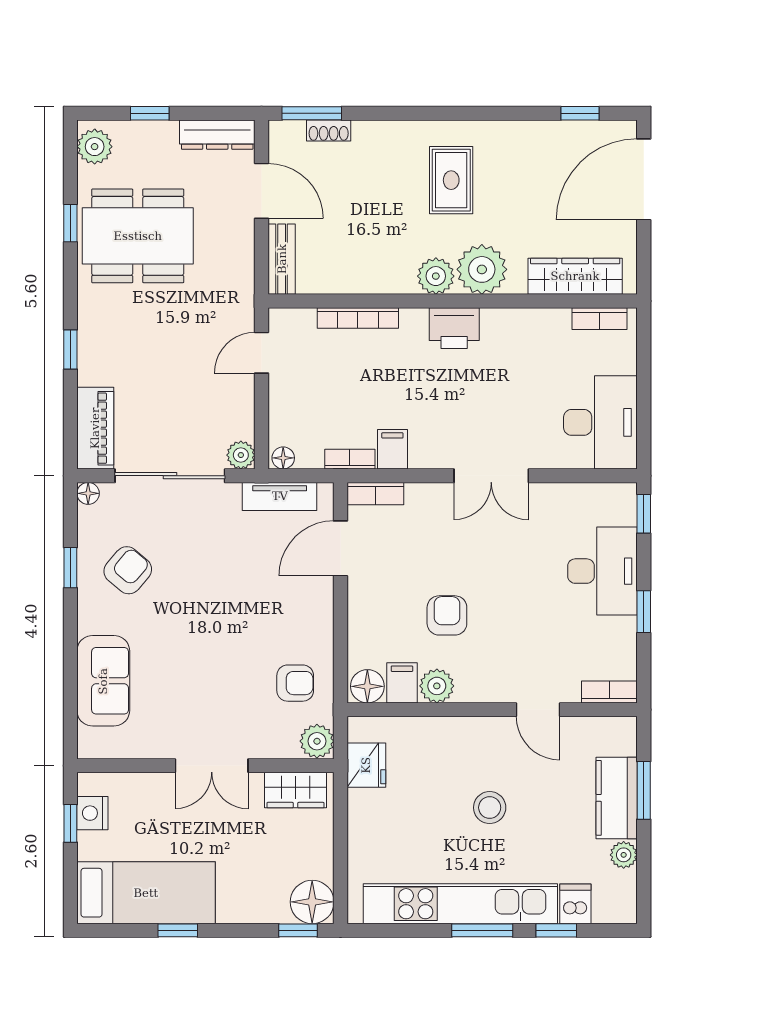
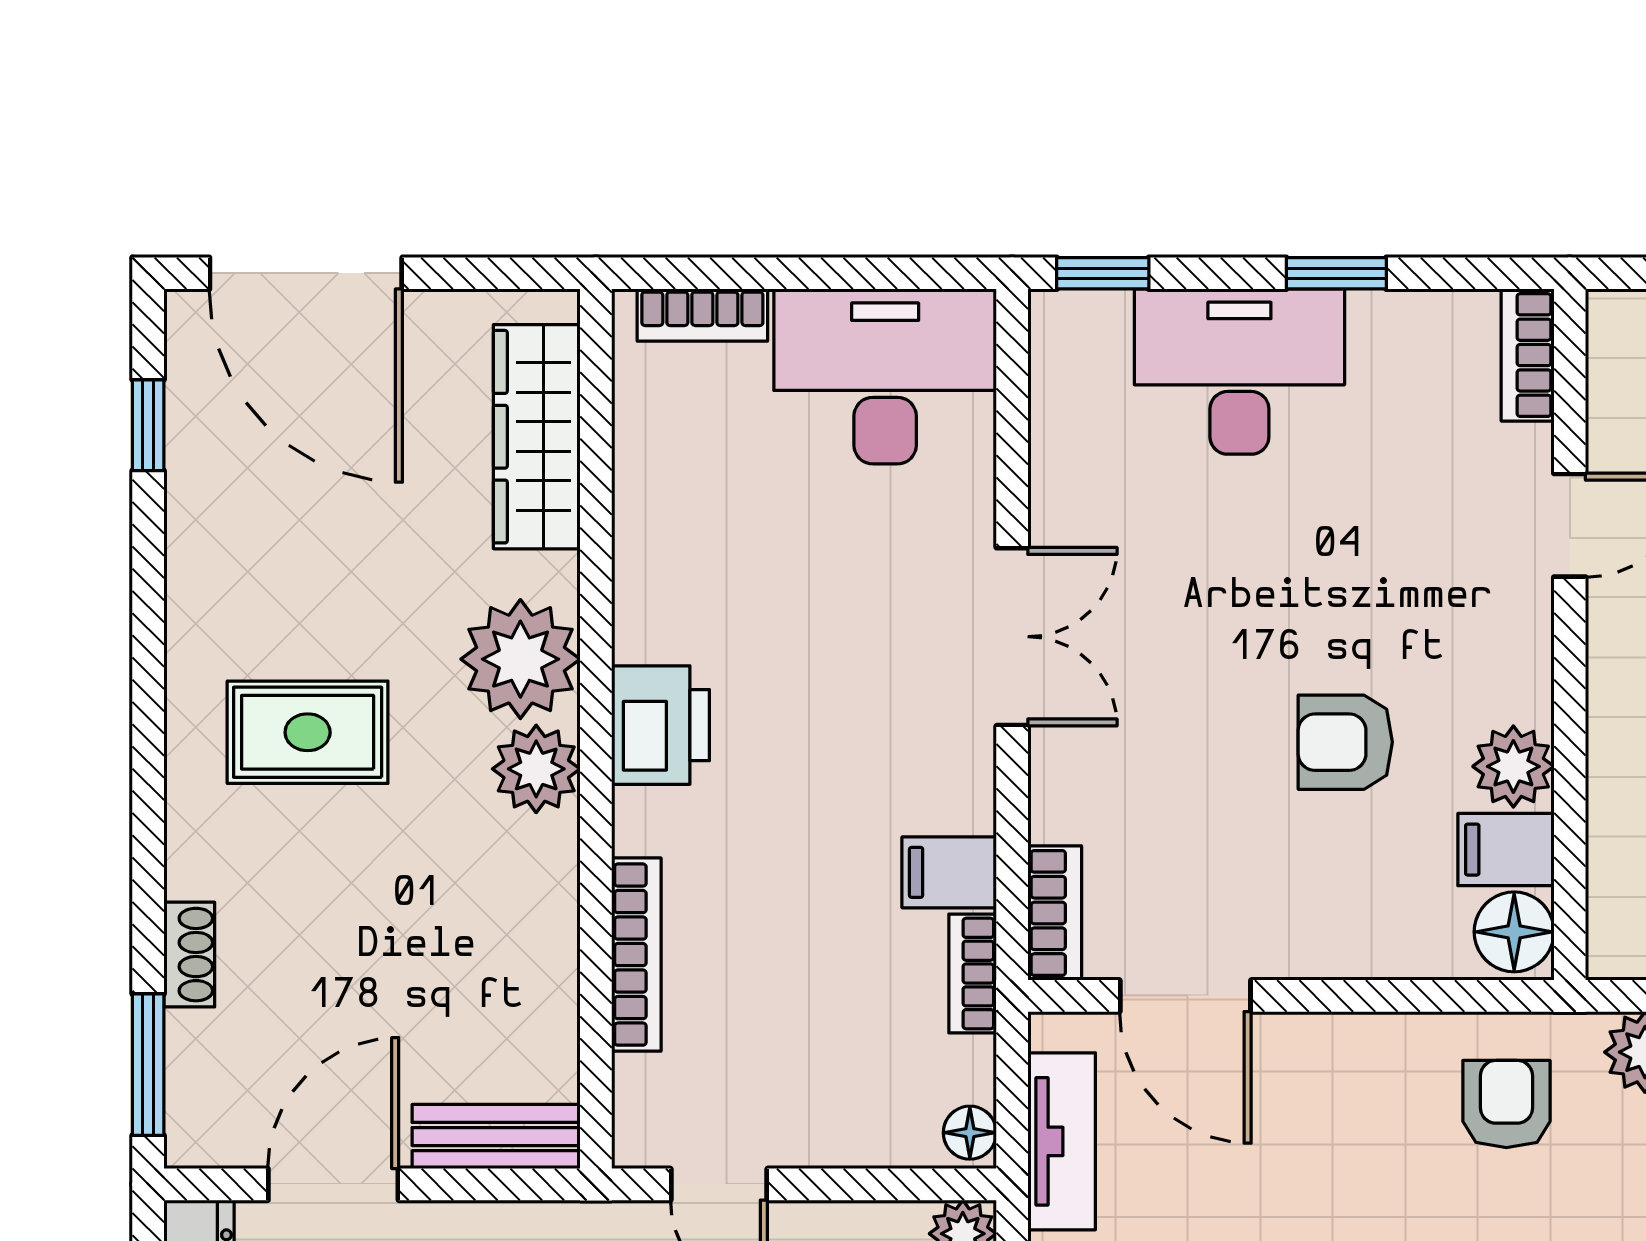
shoe rack: (329, 131) -> (189, 955), moved
bookcase: (599, 319) -> (702, 315), moved, turned 90

